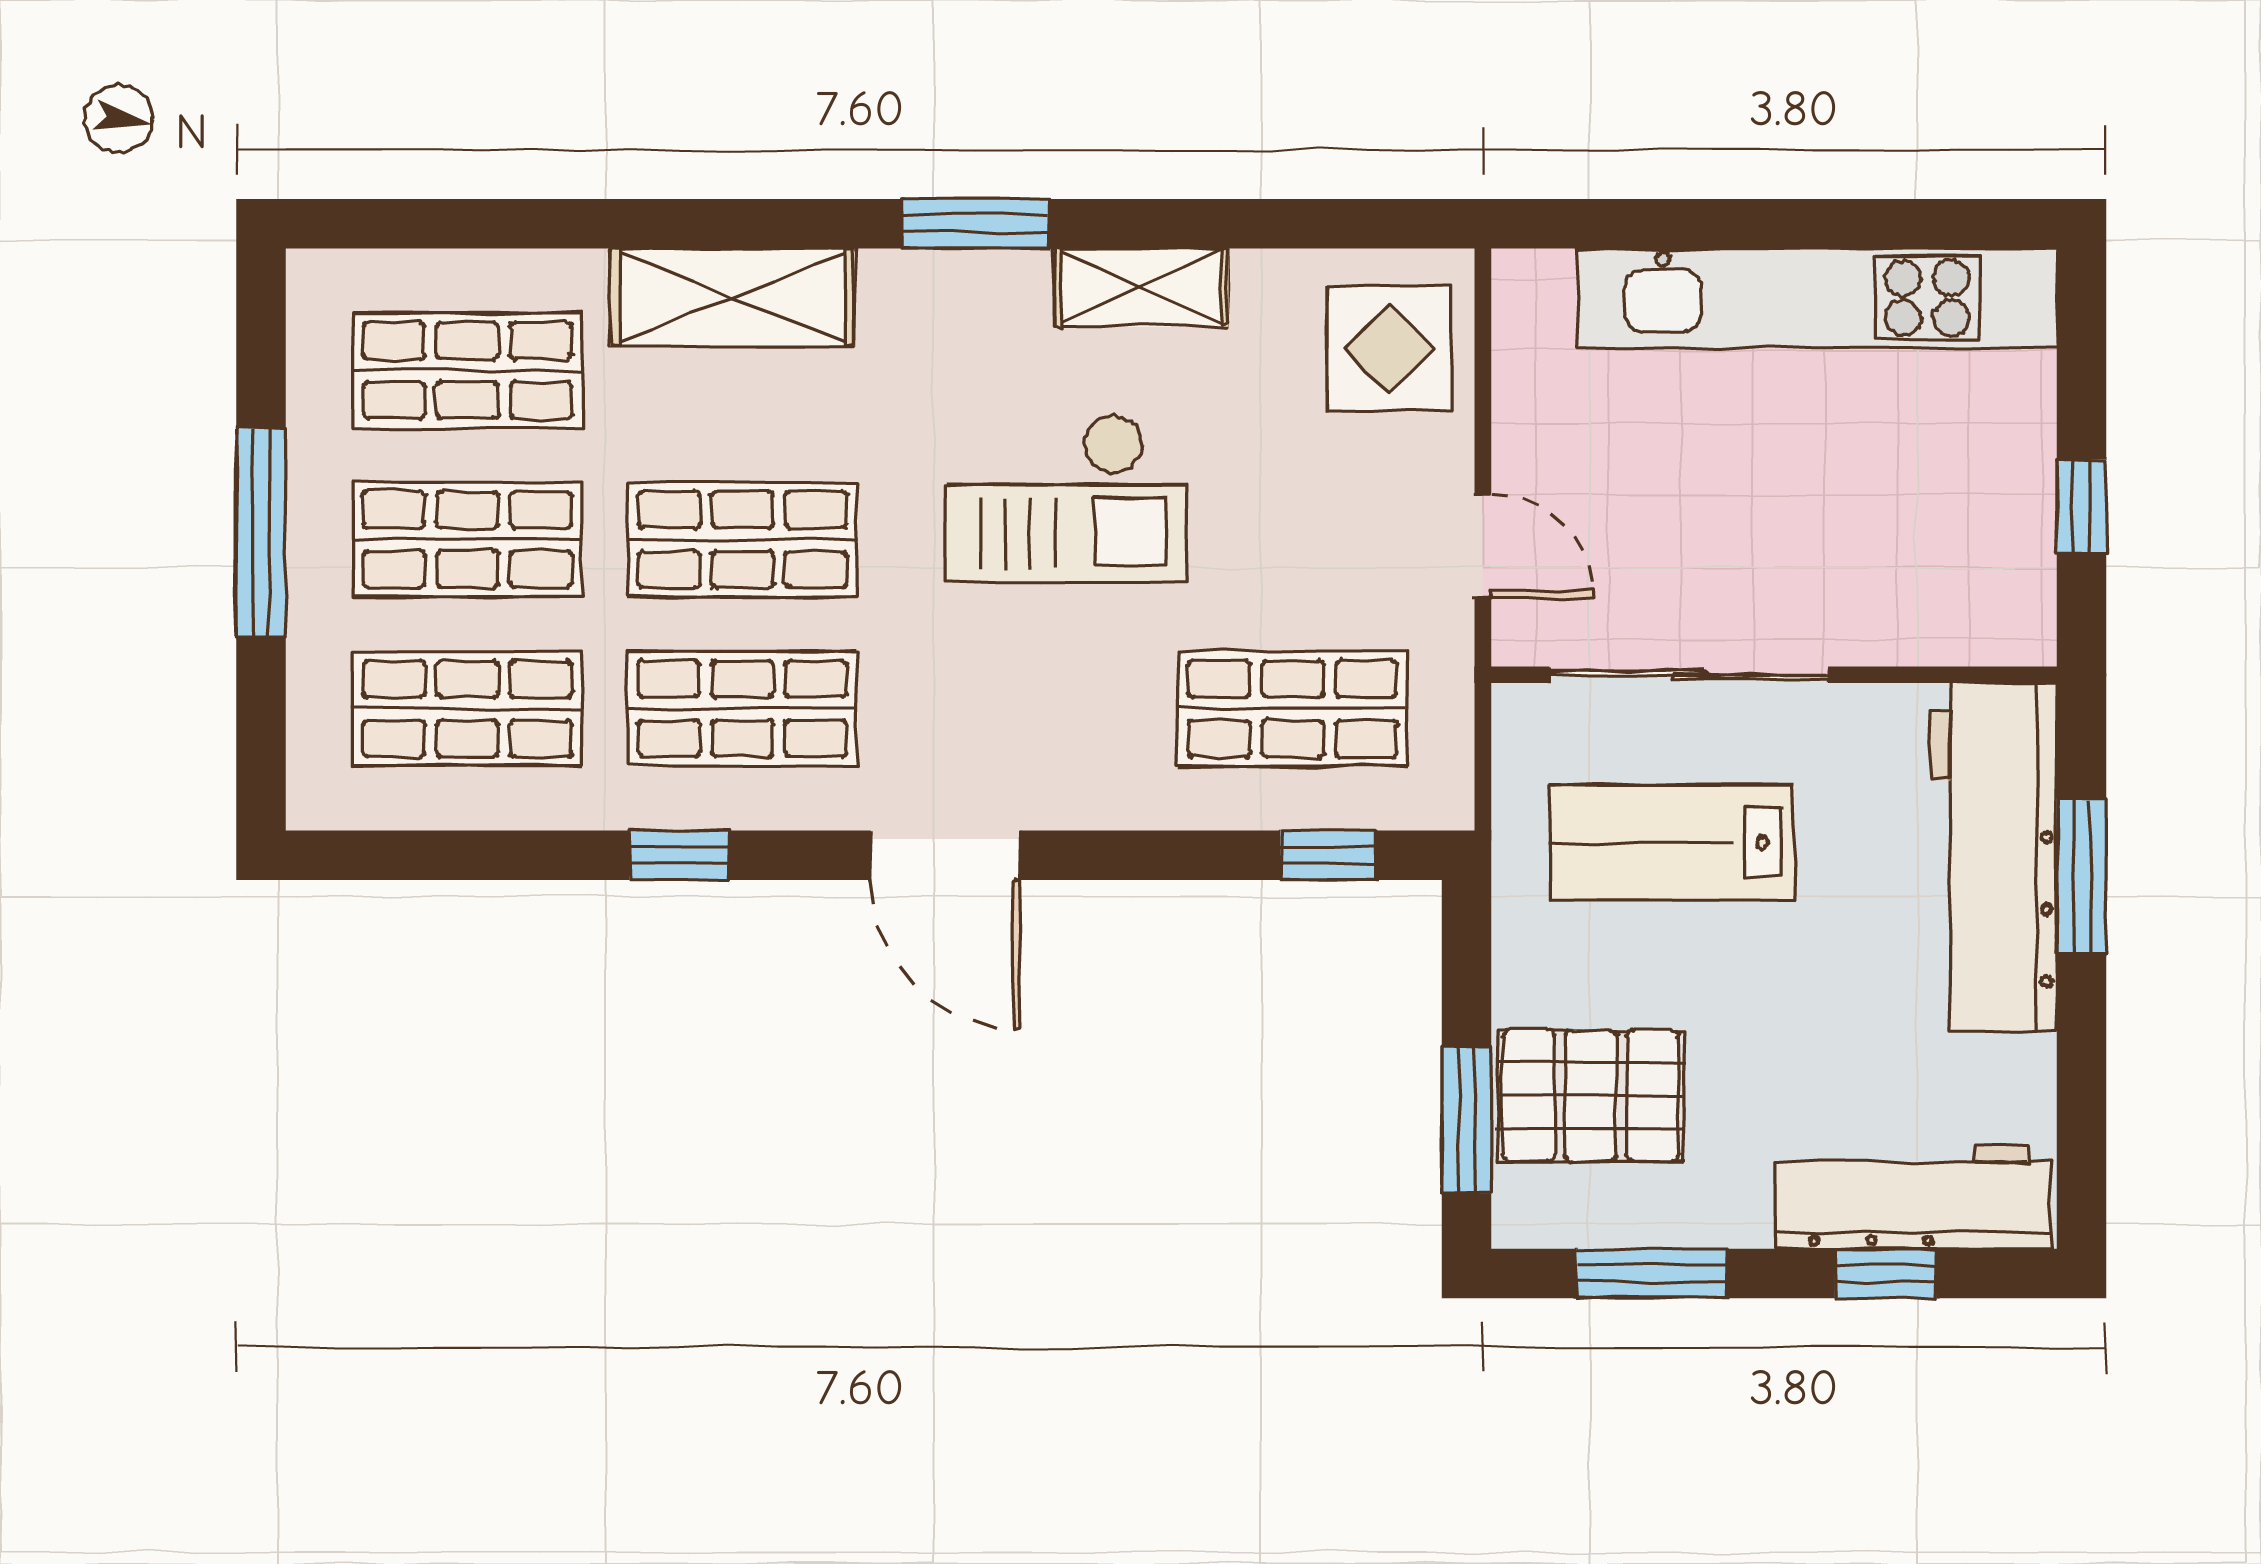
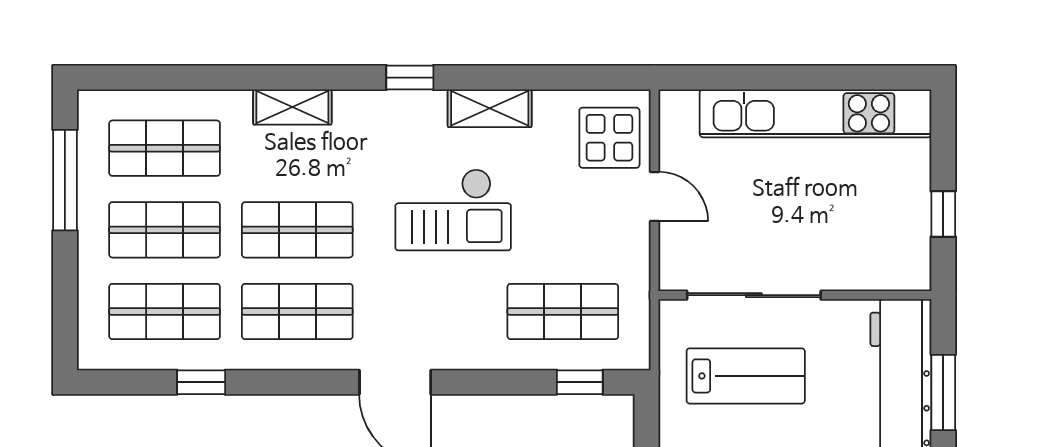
window: (976, 224) -> (410, 78), width x0.67
shelving: (732, 297) -> (292, 107), width x0.67, depth x0.75
window: (261, 533) -> (65, 180), moved
door: (1483, 546) -> (654, 197), moved
lab bench: (1672, 842) -> (746, 376), turned 180
window: (679, 855) -> (201, 382), moved

